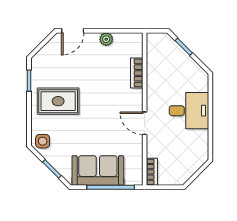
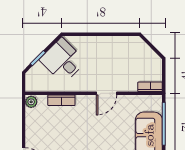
plant: (106, 39) -> (31, 102), moved
desk: (189, 111) -> (63, 61), moved, turned -45

